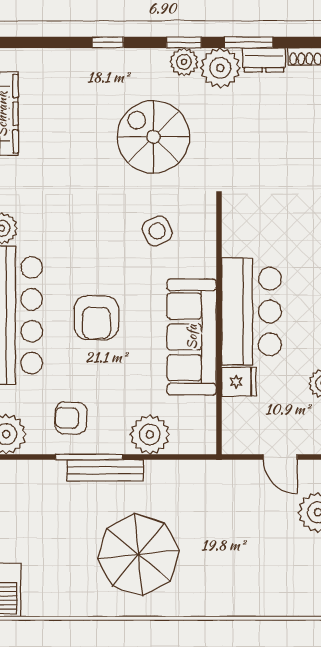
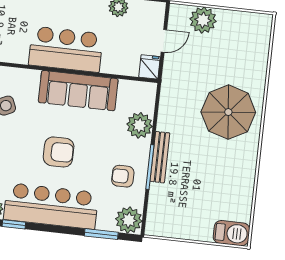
fridge: (239, 382) -> (149, 67), moved
armchair: (71, 418) -> (123, 176), turned 88
parasol: (138, 555) -> (228, 112), moved

